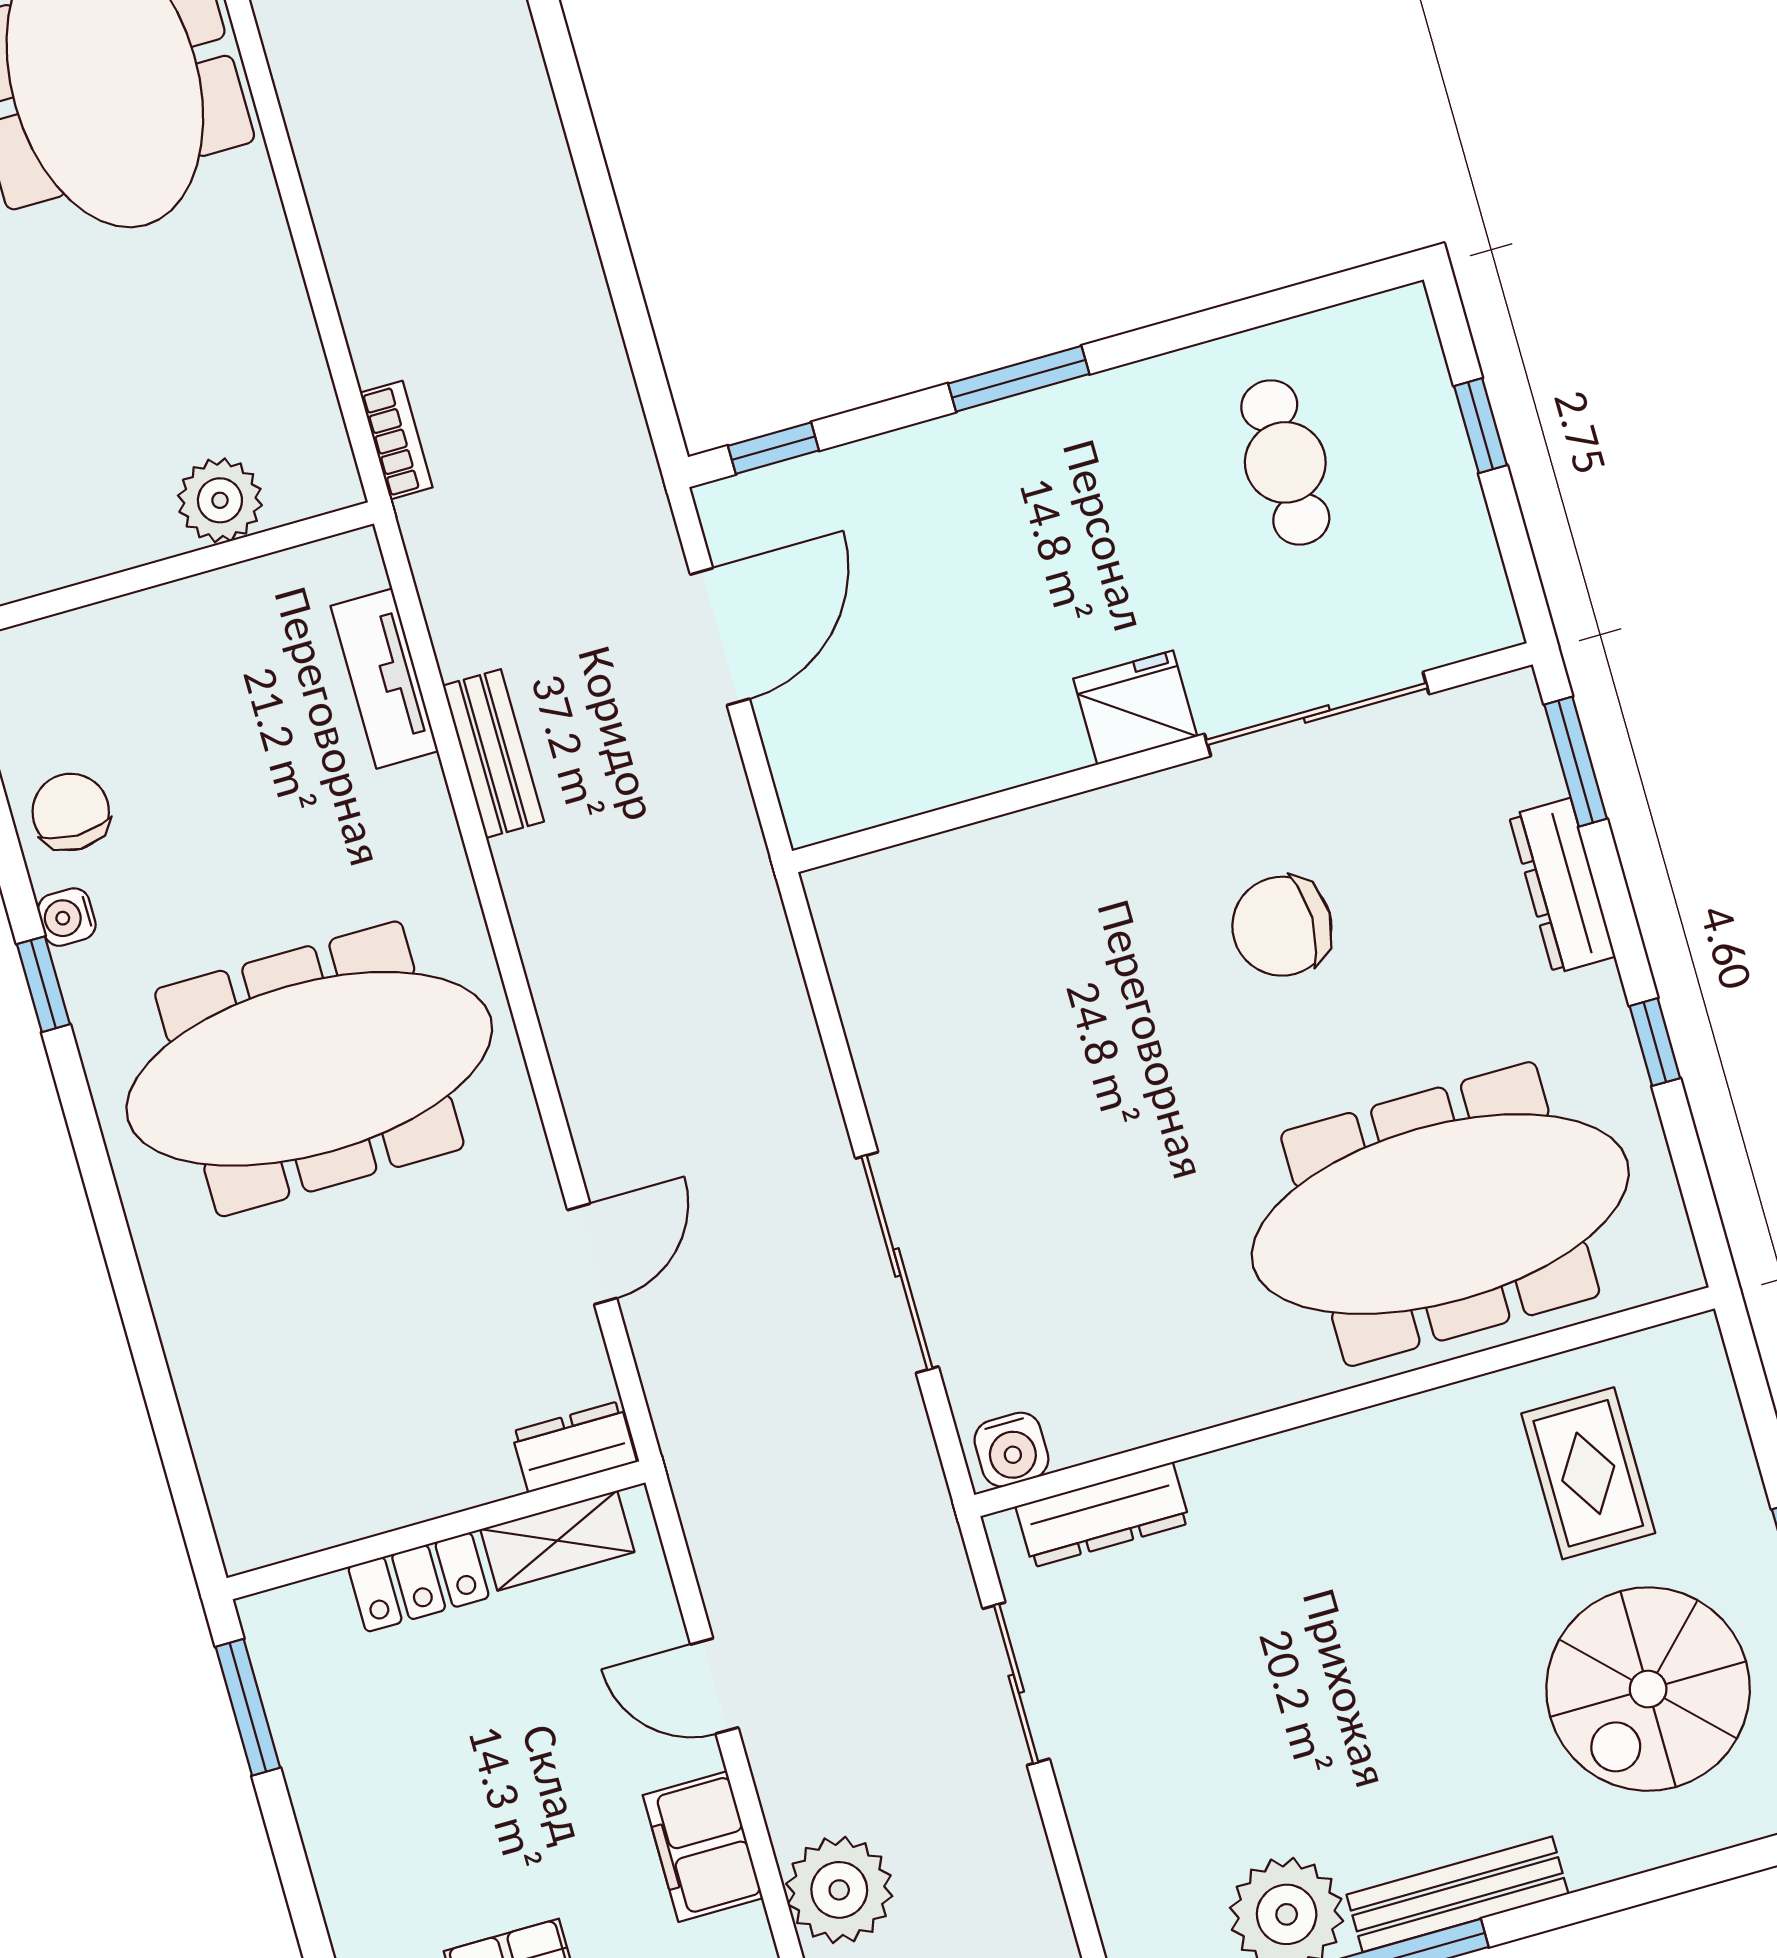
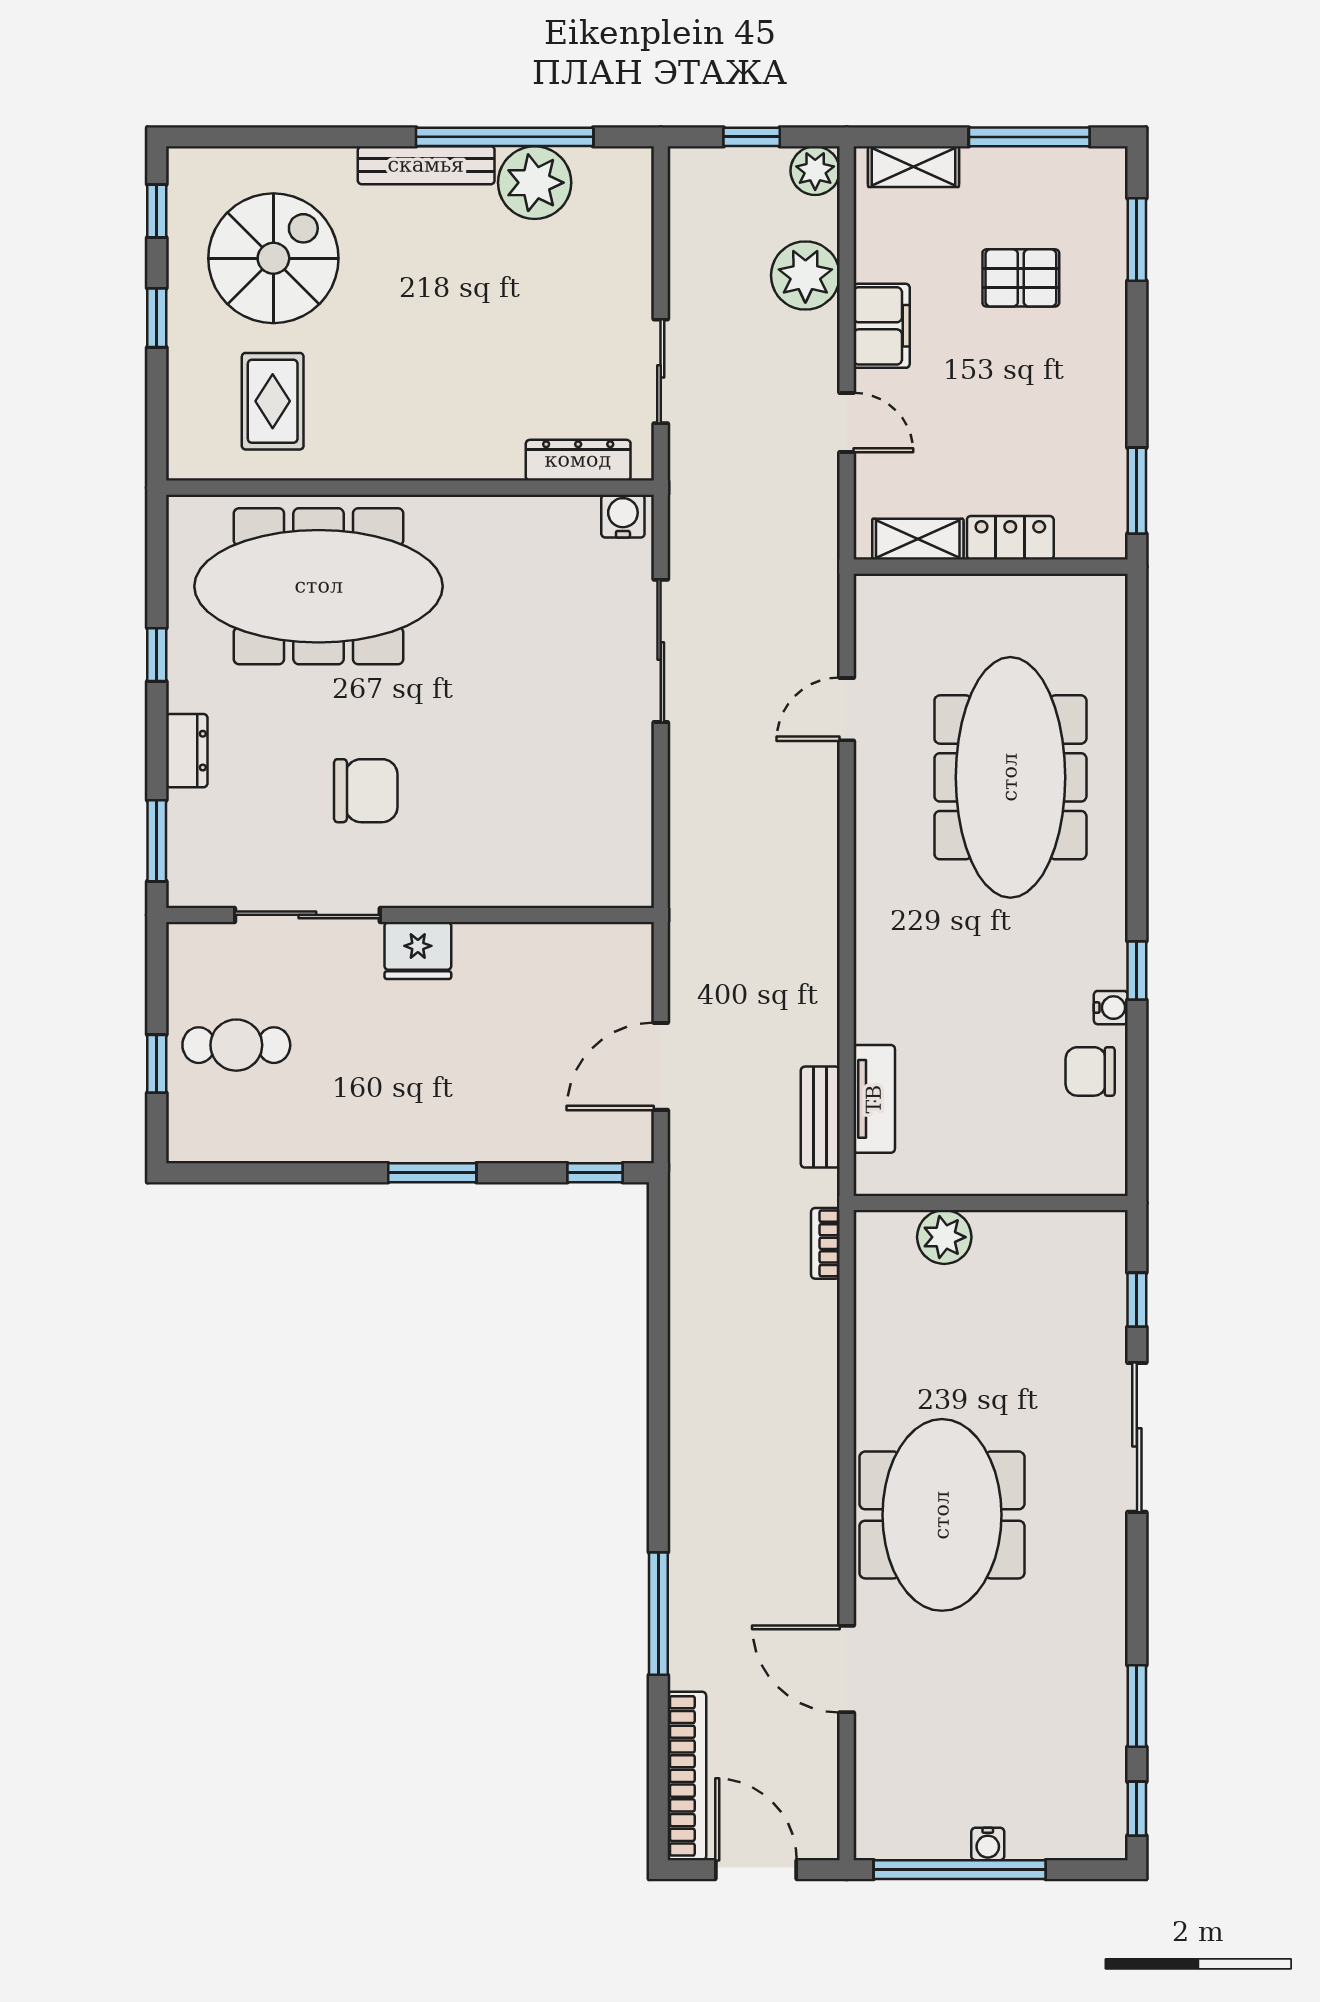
cafe table: (1285, 462) -> (236, 1045), moved, turned 90
bench: (493, 754) -> (820, 1117), moved
chair: (71, 812) -> (1090, 1071), turned 90
dresser: (1562, 886) -> (187, 751), width x0.70
meeting table: (309, 1069) -> (1010, 777), moved, turned 90
dresser: (574, 1447) -> (891, 594), removed

